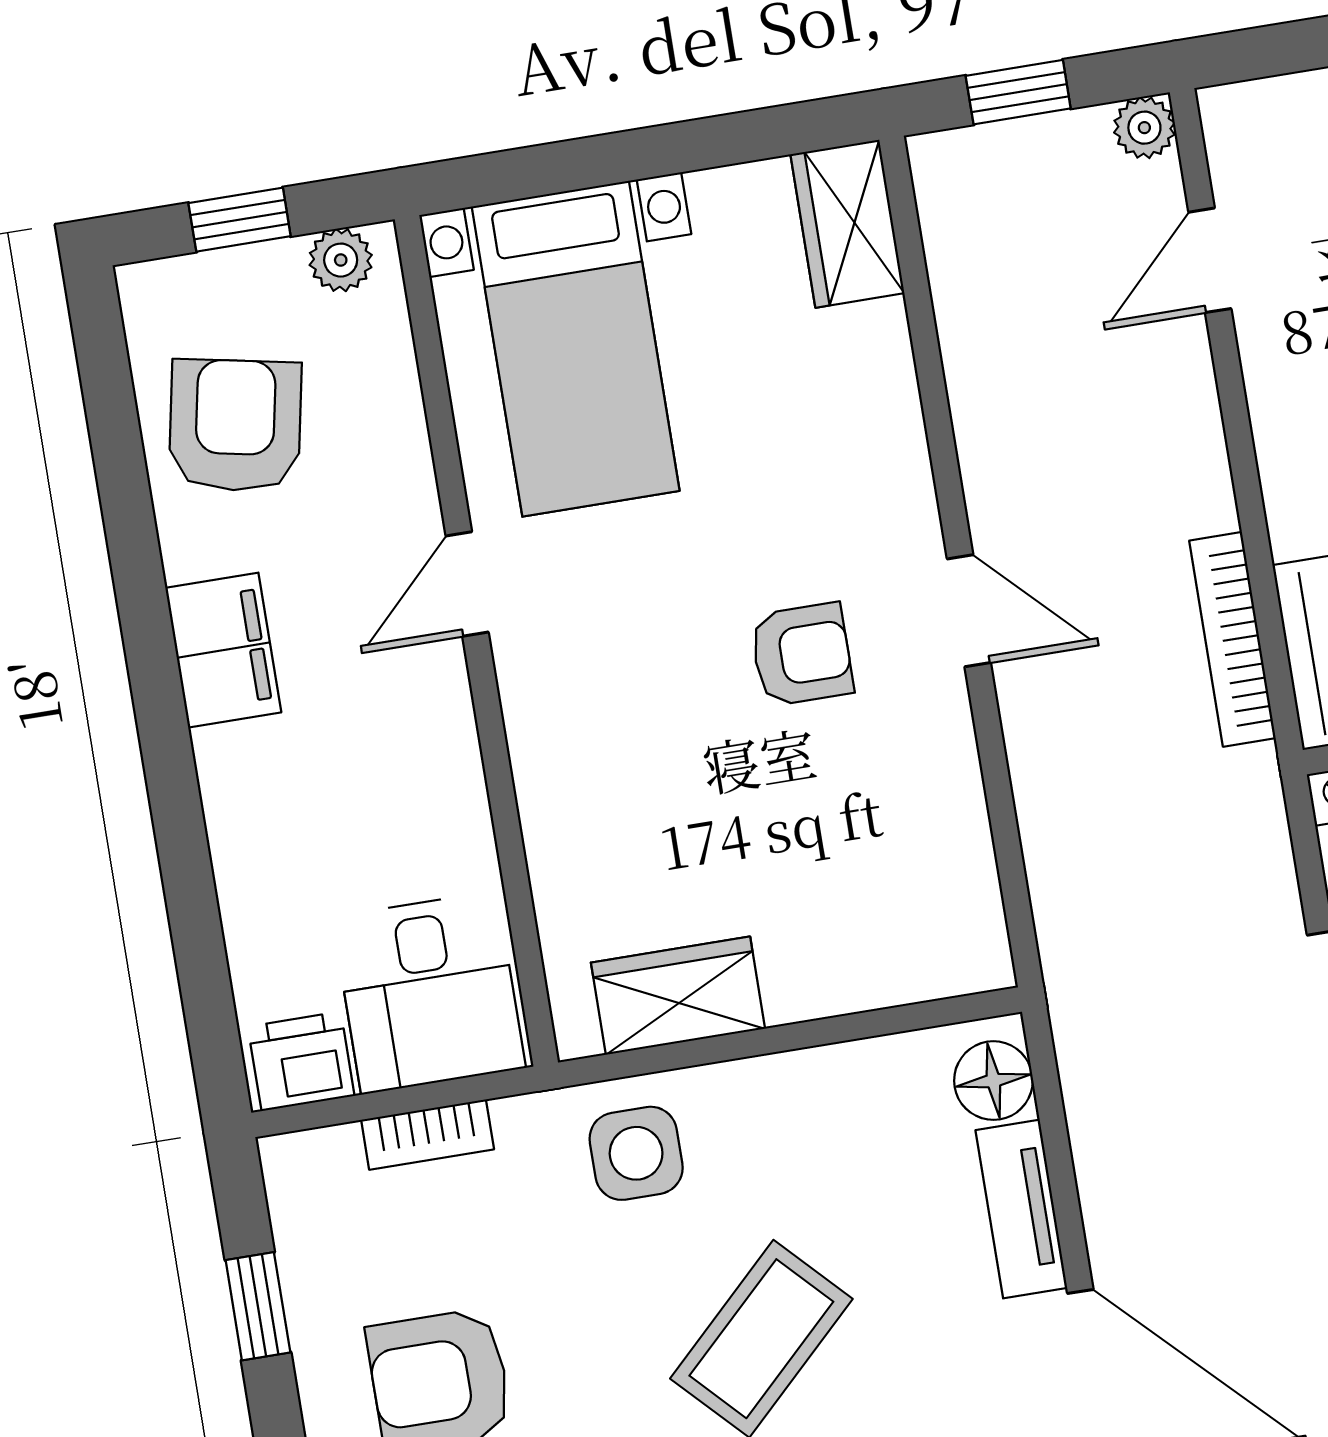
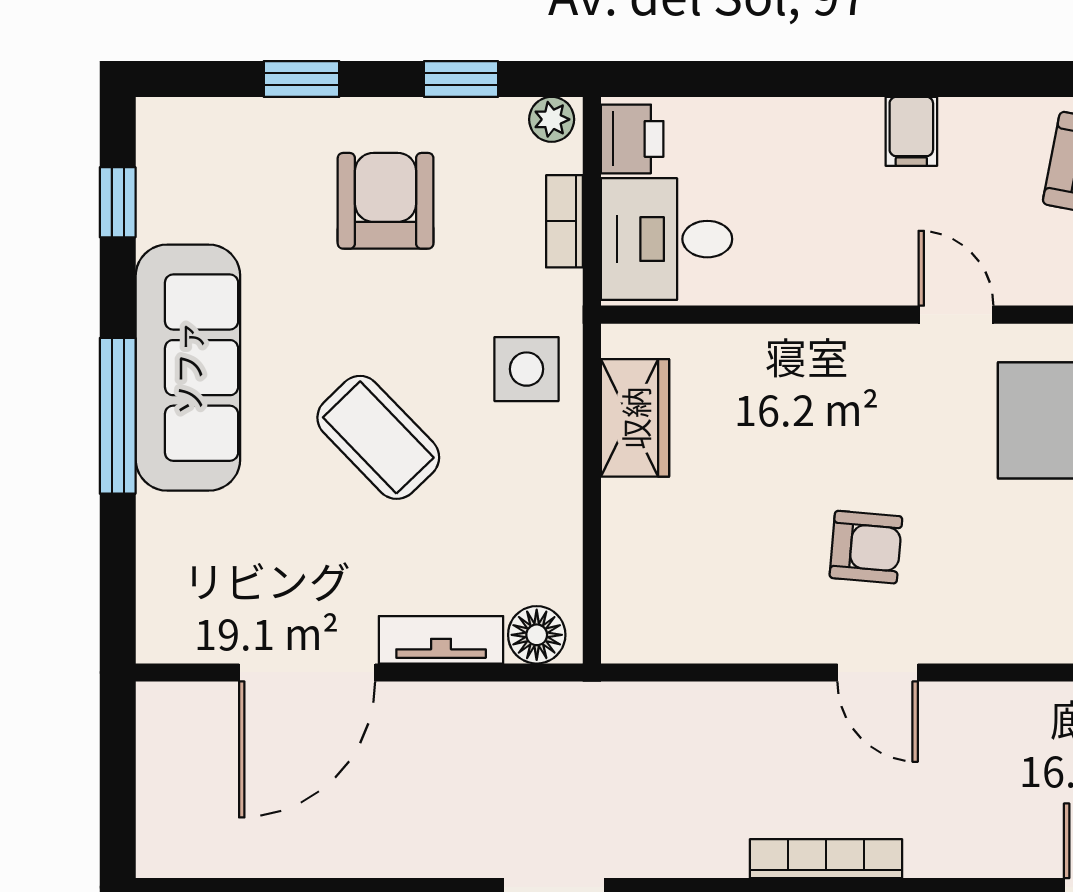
door: (969, 611) -> (878, 672), hinge flipped
filing cabinet: (223, 650) -> (911, 131), width x0.50
armchair: (802, 654) -> (866, 547), turned -85
plant: (292, 1175) -> (552, 119), added

